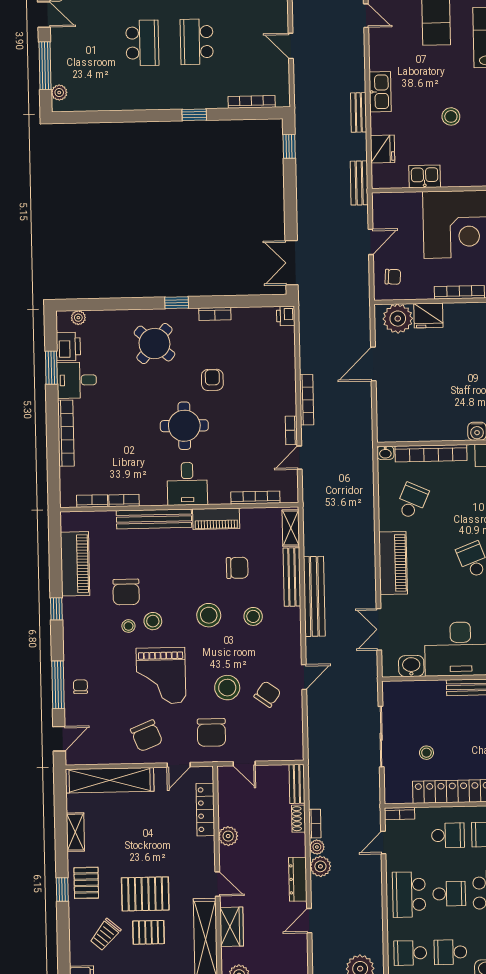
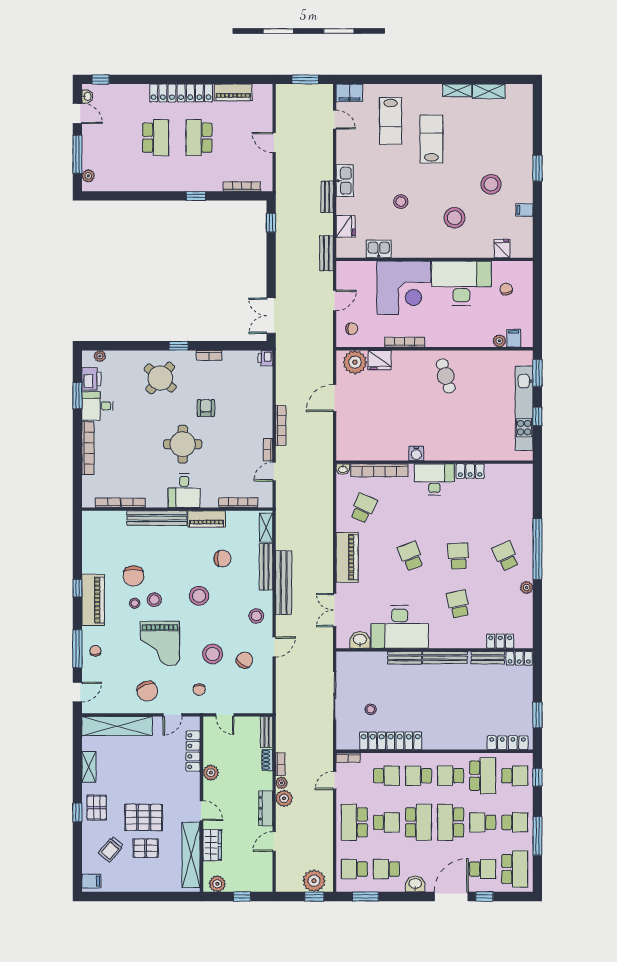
piano: (75, 564) -> (93, 600), moved
stool: (253, 616) -> (256, 616), moved
chair: (211, 732) -> (199, 690), width x0.54, depth x0.54

